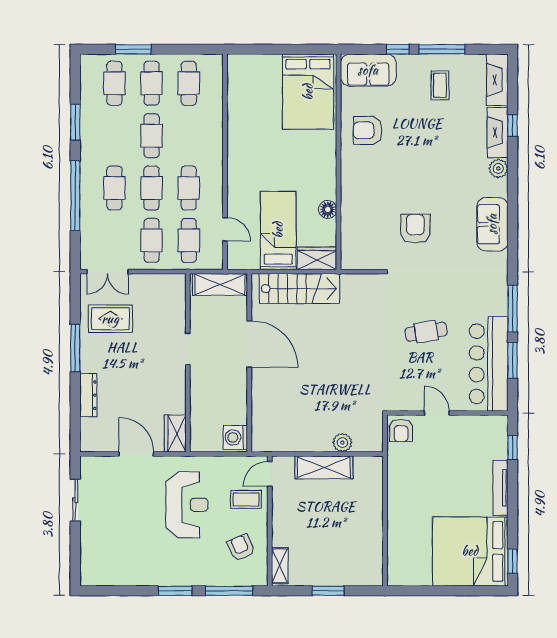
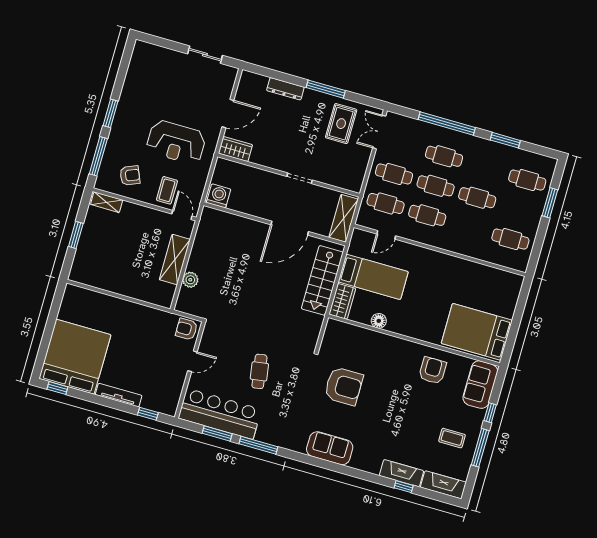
cafe table: (152, 83) -> (519, 210), removed
plant: (498, 169) -> (373, 466), removed
armchair: (415, 229) -> (344, 386), width x1.36, depth x1.36

